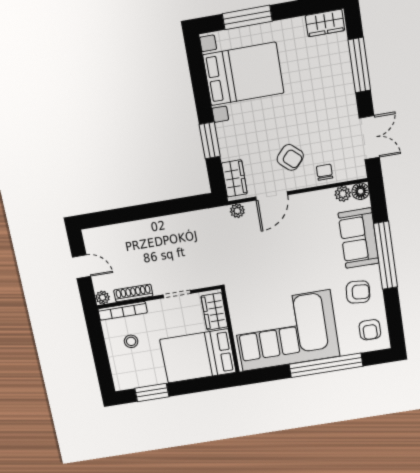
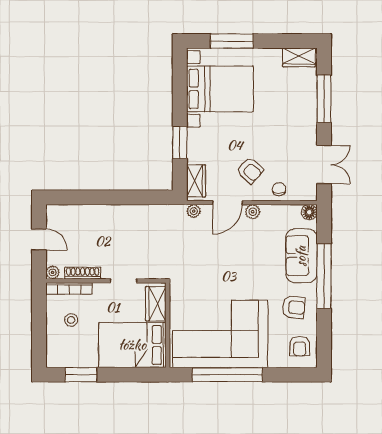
plant: (343, 194) -> (253, 212), moved
window: (326, 365) -> (227, 375), moved

